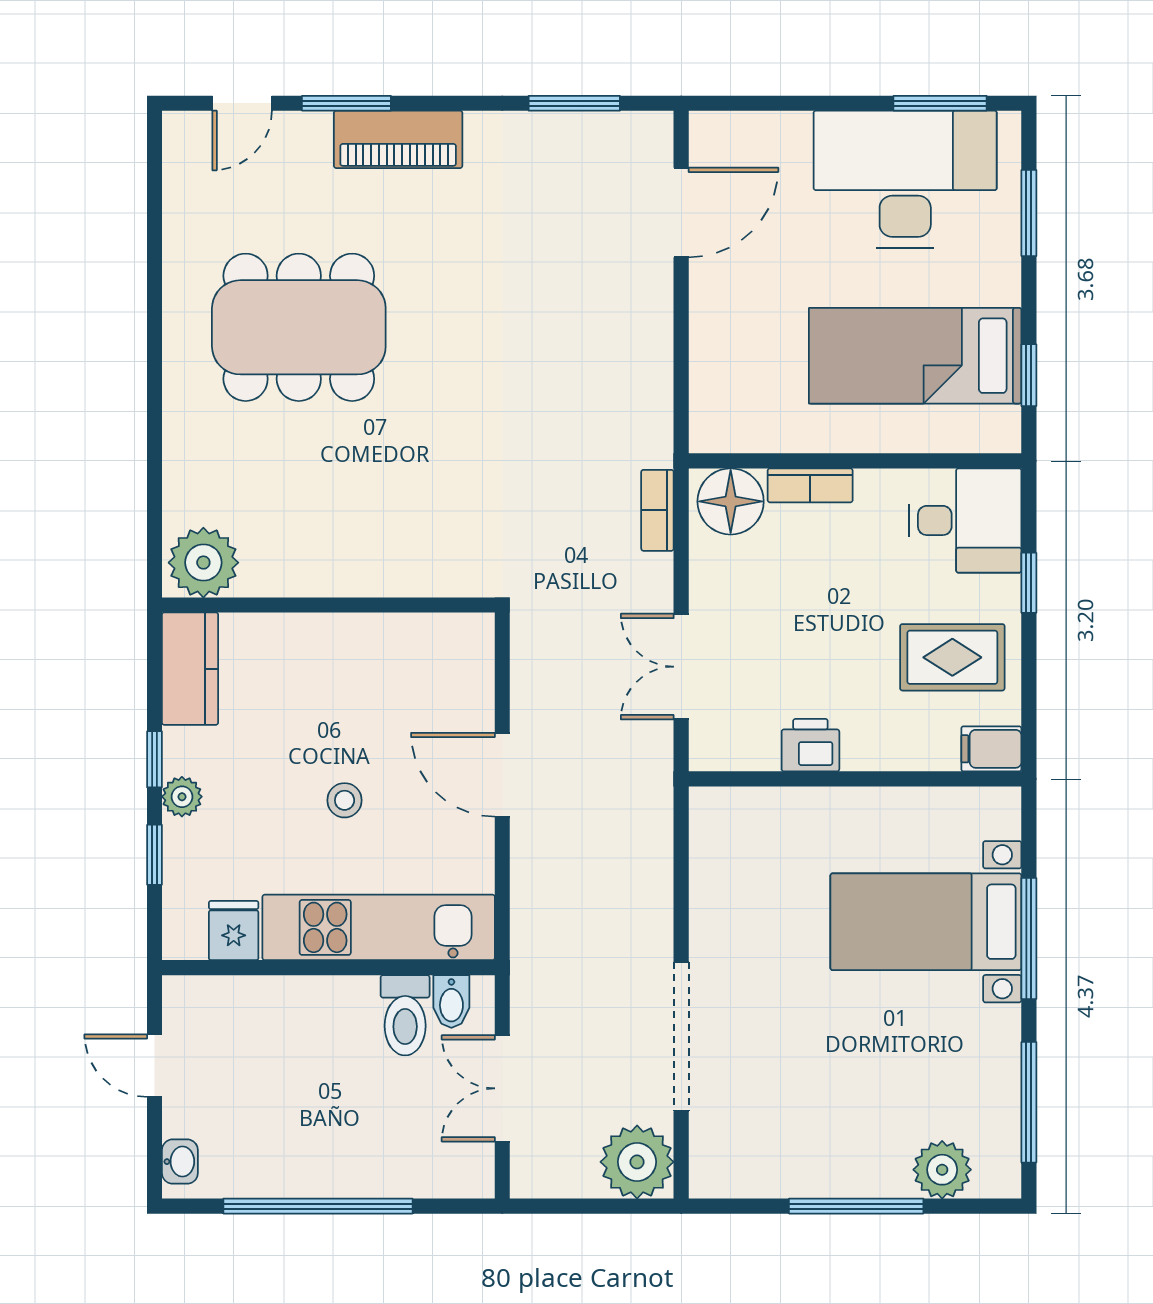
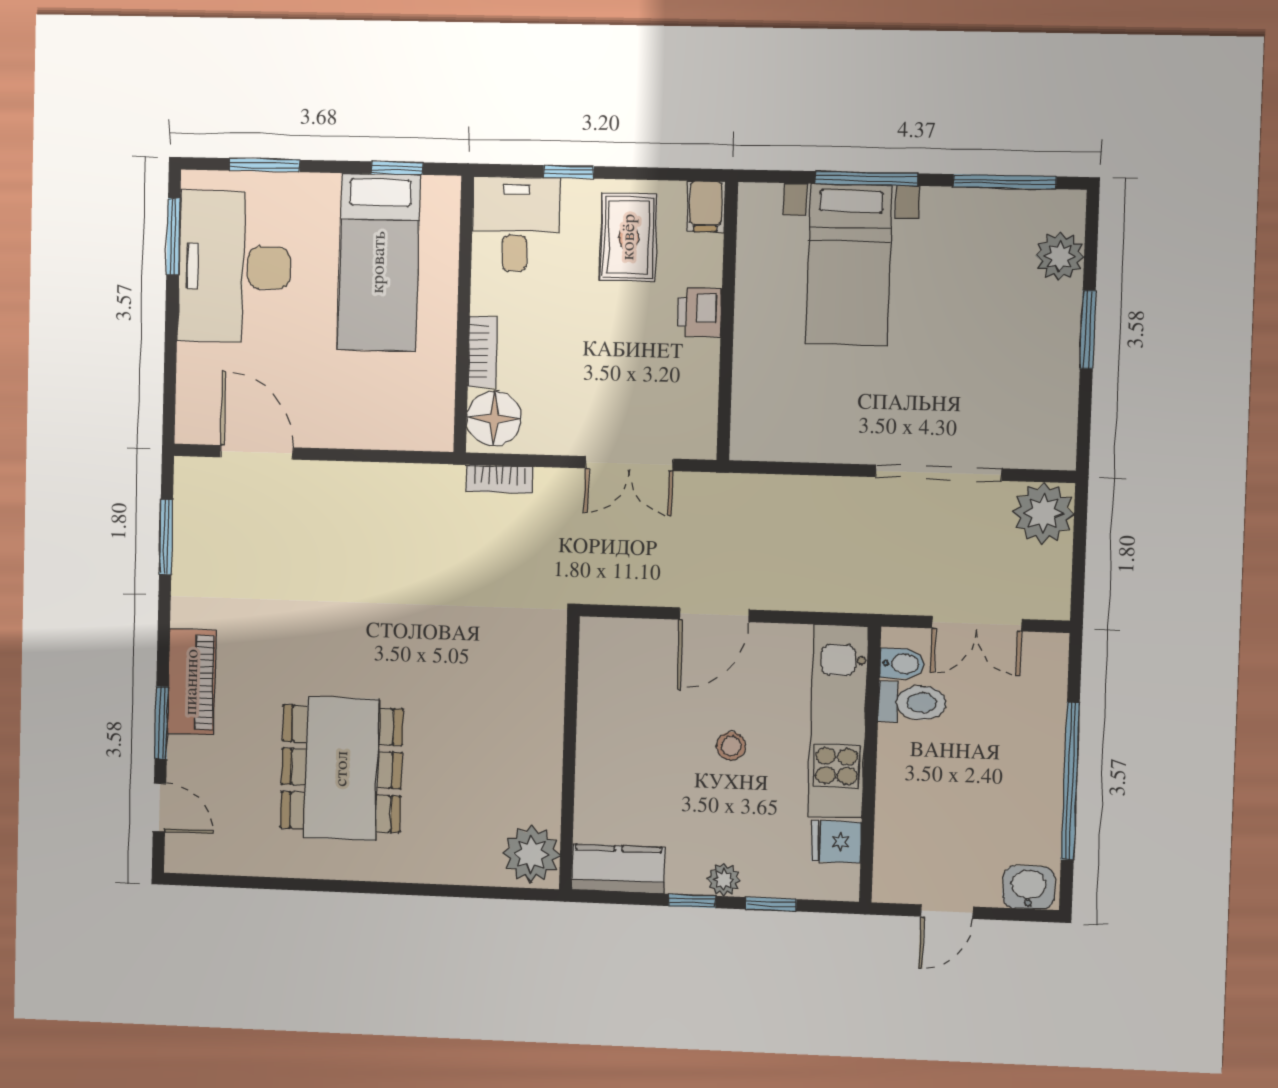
printer: (810, 745) -> (699, 312), moved
washbasin: (180, 1162) -> (1029, 887), width x1.38, depth x1.45
window: (856, 1206) -> (1088, 330), width x0.69

